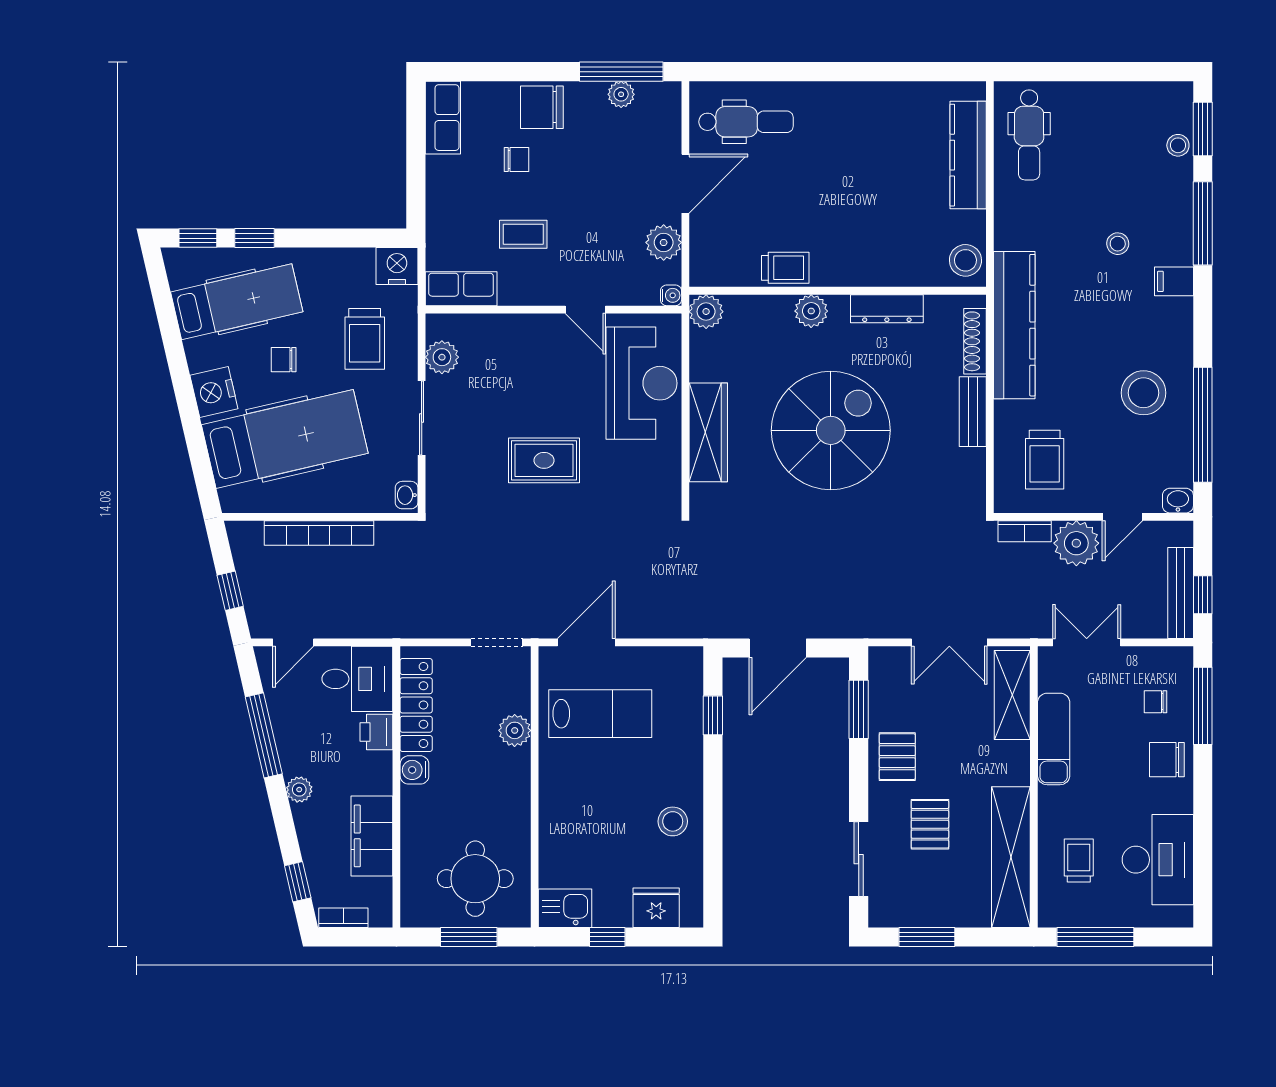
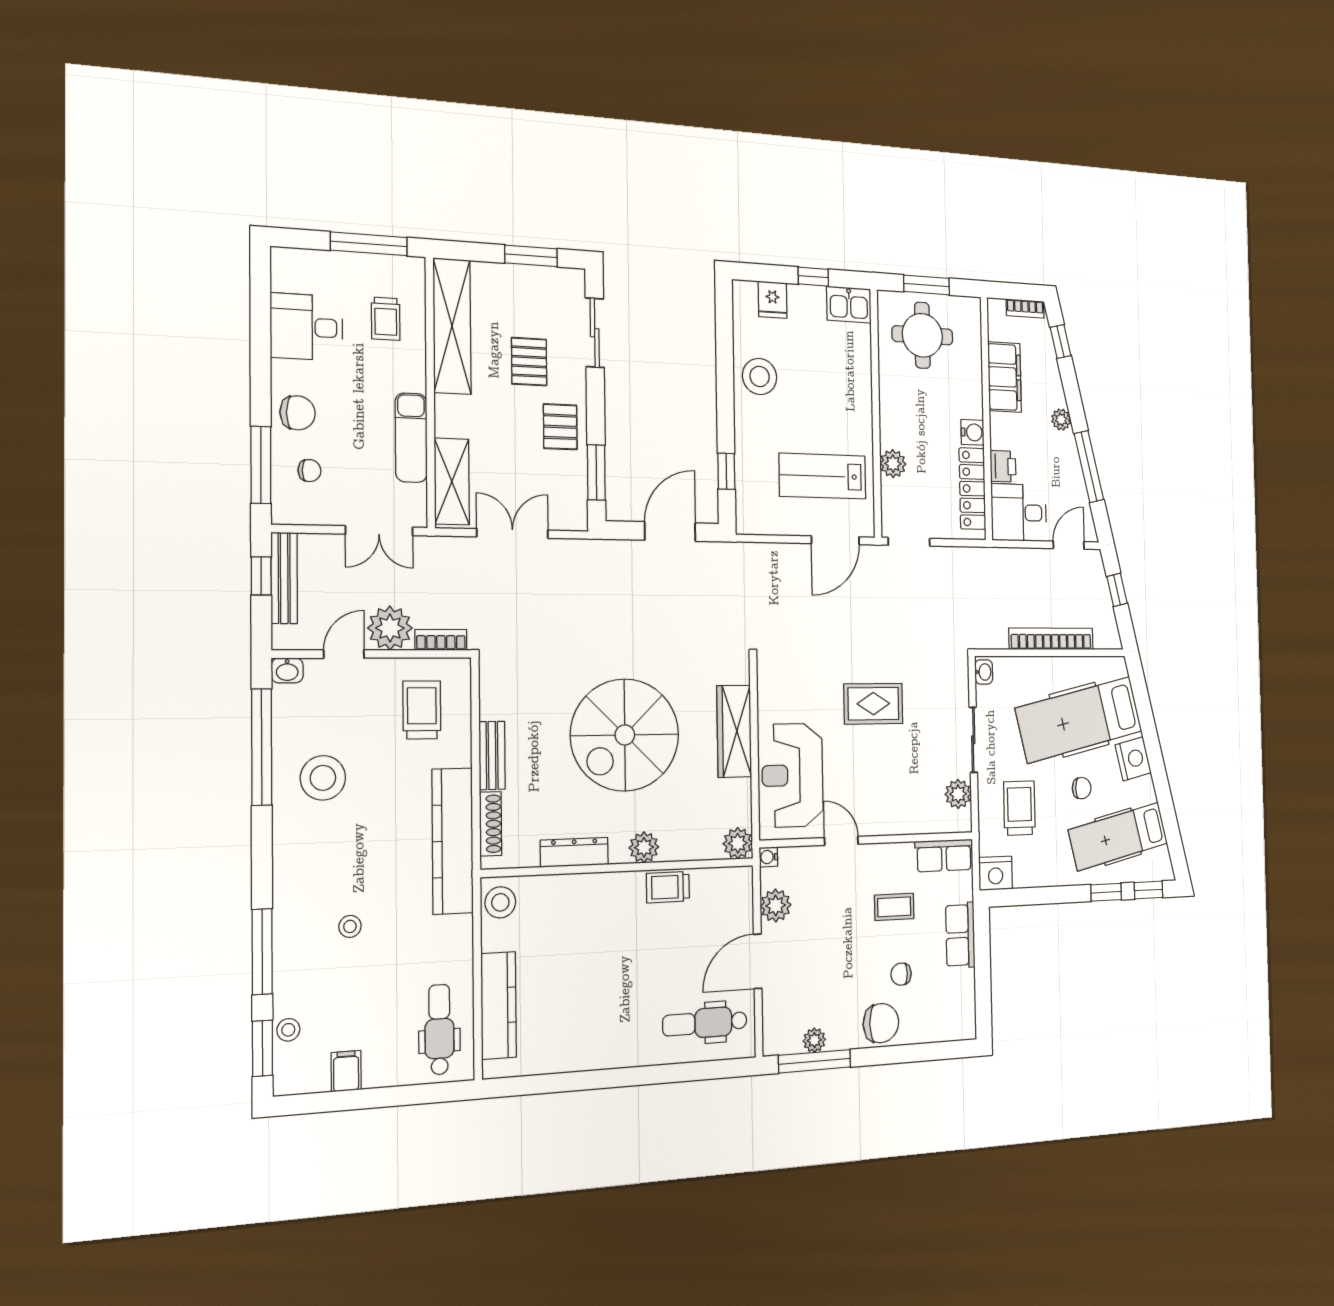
row of seats: (443, 118) -> (960, 935), moved
filing cabinet: (1174, 281) -> (346, 1071), moved, turned -90
stool: (673, 821) -> (760, 376), width x1.38, depth x1.38
desk: (1158, 860) -> (307, 327), width x0.73
fridge: (656, 908) -> (772, 300), width x0.72

